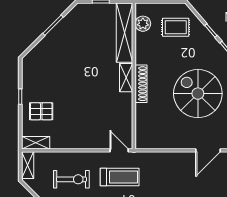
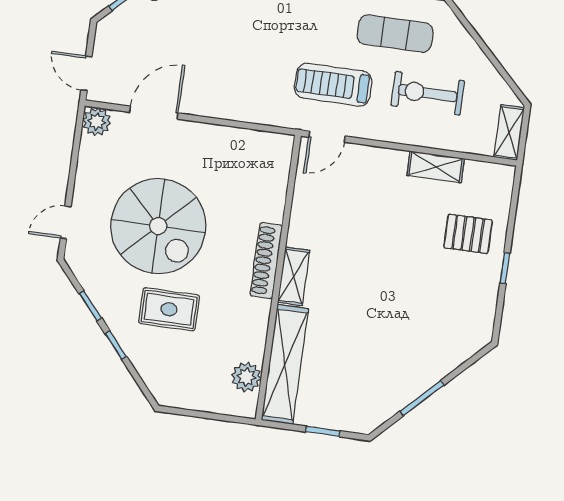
rug: (176, 27) -> (169, 309), moved
shelving: (36, 143) -> (436, 167), moved
door: (119, 150) -> (327, 137), hinge flipped

